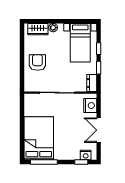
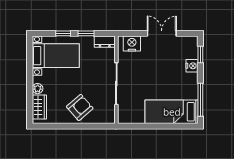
armchair: (37, 62) -> (80, 107), turned 139
double door: (99, 130) -> (162, 33), swing flipped
bed: (39, 138) -> (172, 112), width x0.67
nightstand: (86, 155) -> (192, 66), moved

